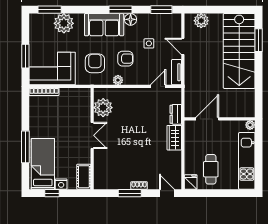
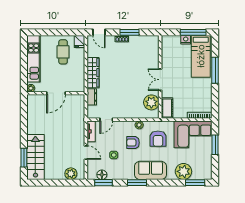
floor lamp: (131, 19) -> (102, 175), moved
stairs: (239, 51) -> (35, 157), width x0.73, depth x0.66
door: (207, 119) -> (56, 93), moved
wardrobe: (174, 138) -> (93, 73), width x1.50
cot: (84, 177) -> (167, 108), moved
window: (52, 193) -> (193, 32), width x2.17

